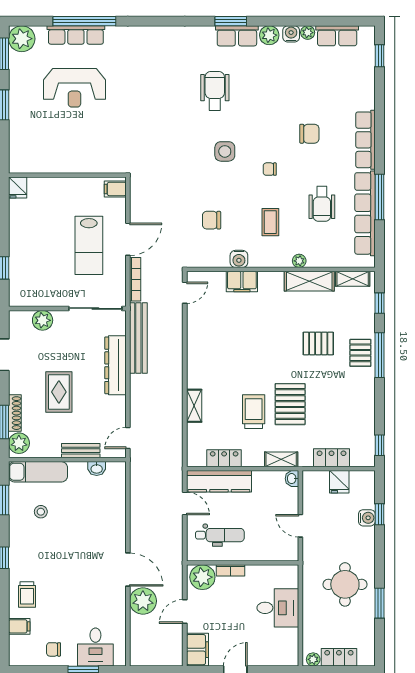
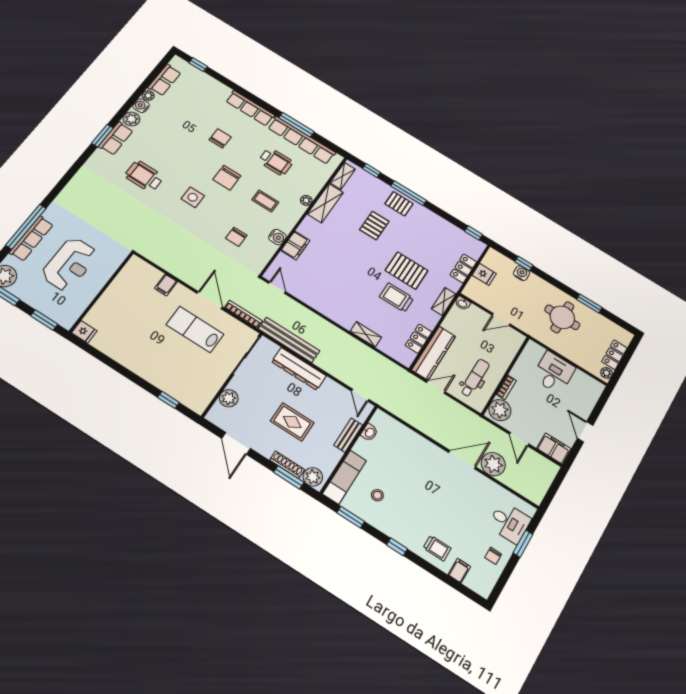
chair: (270, 169) -> (227, 178), width x1.87, depth x1.87
wall: (67, 175) -> (102, 292), moved
fridge: (18, 188) -> (84, 332), moved
lab bench: (89, 245) -> (195, 329), turned 180

